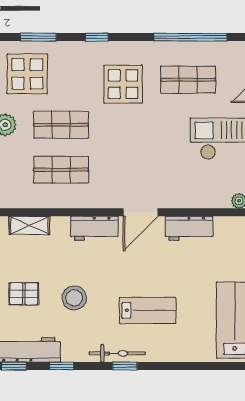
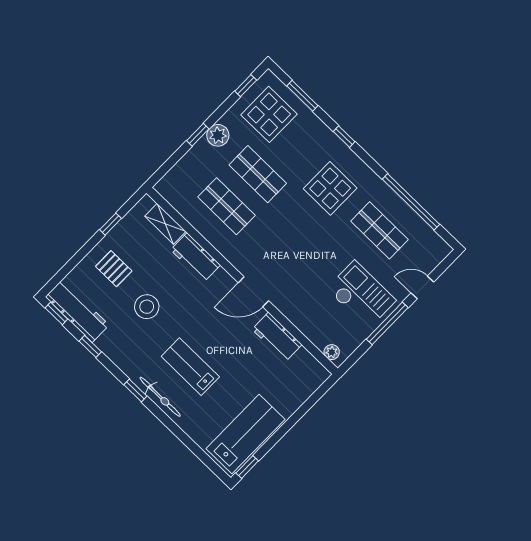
workbench: (94, 228) -> (195, 257), moved
lab bench: (148, 310) -> (190, 367), turned 180
bicycle: (117, 353) -> (160, 397), moved

